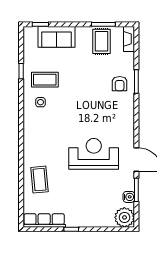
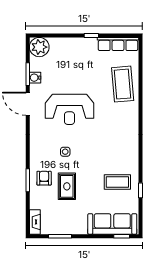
sofa: (57, 37) -> (112, 224), width x1.36
rug: (102, 41) -> (67, 186), moved
side table: (41, 102) -> (65, 152), moved
coffee table: (39, 180) -> (123, 84), width x1.36, depth x1.32
water cooler: (129, 197) -> (35, 78), moved

